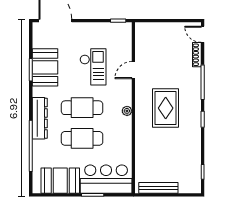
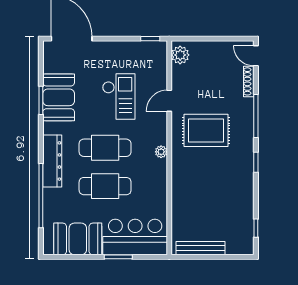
plant: (142, 34) -> (180, 55), added
rug: (166, 108) -> (206, 130), moved, turned 90

